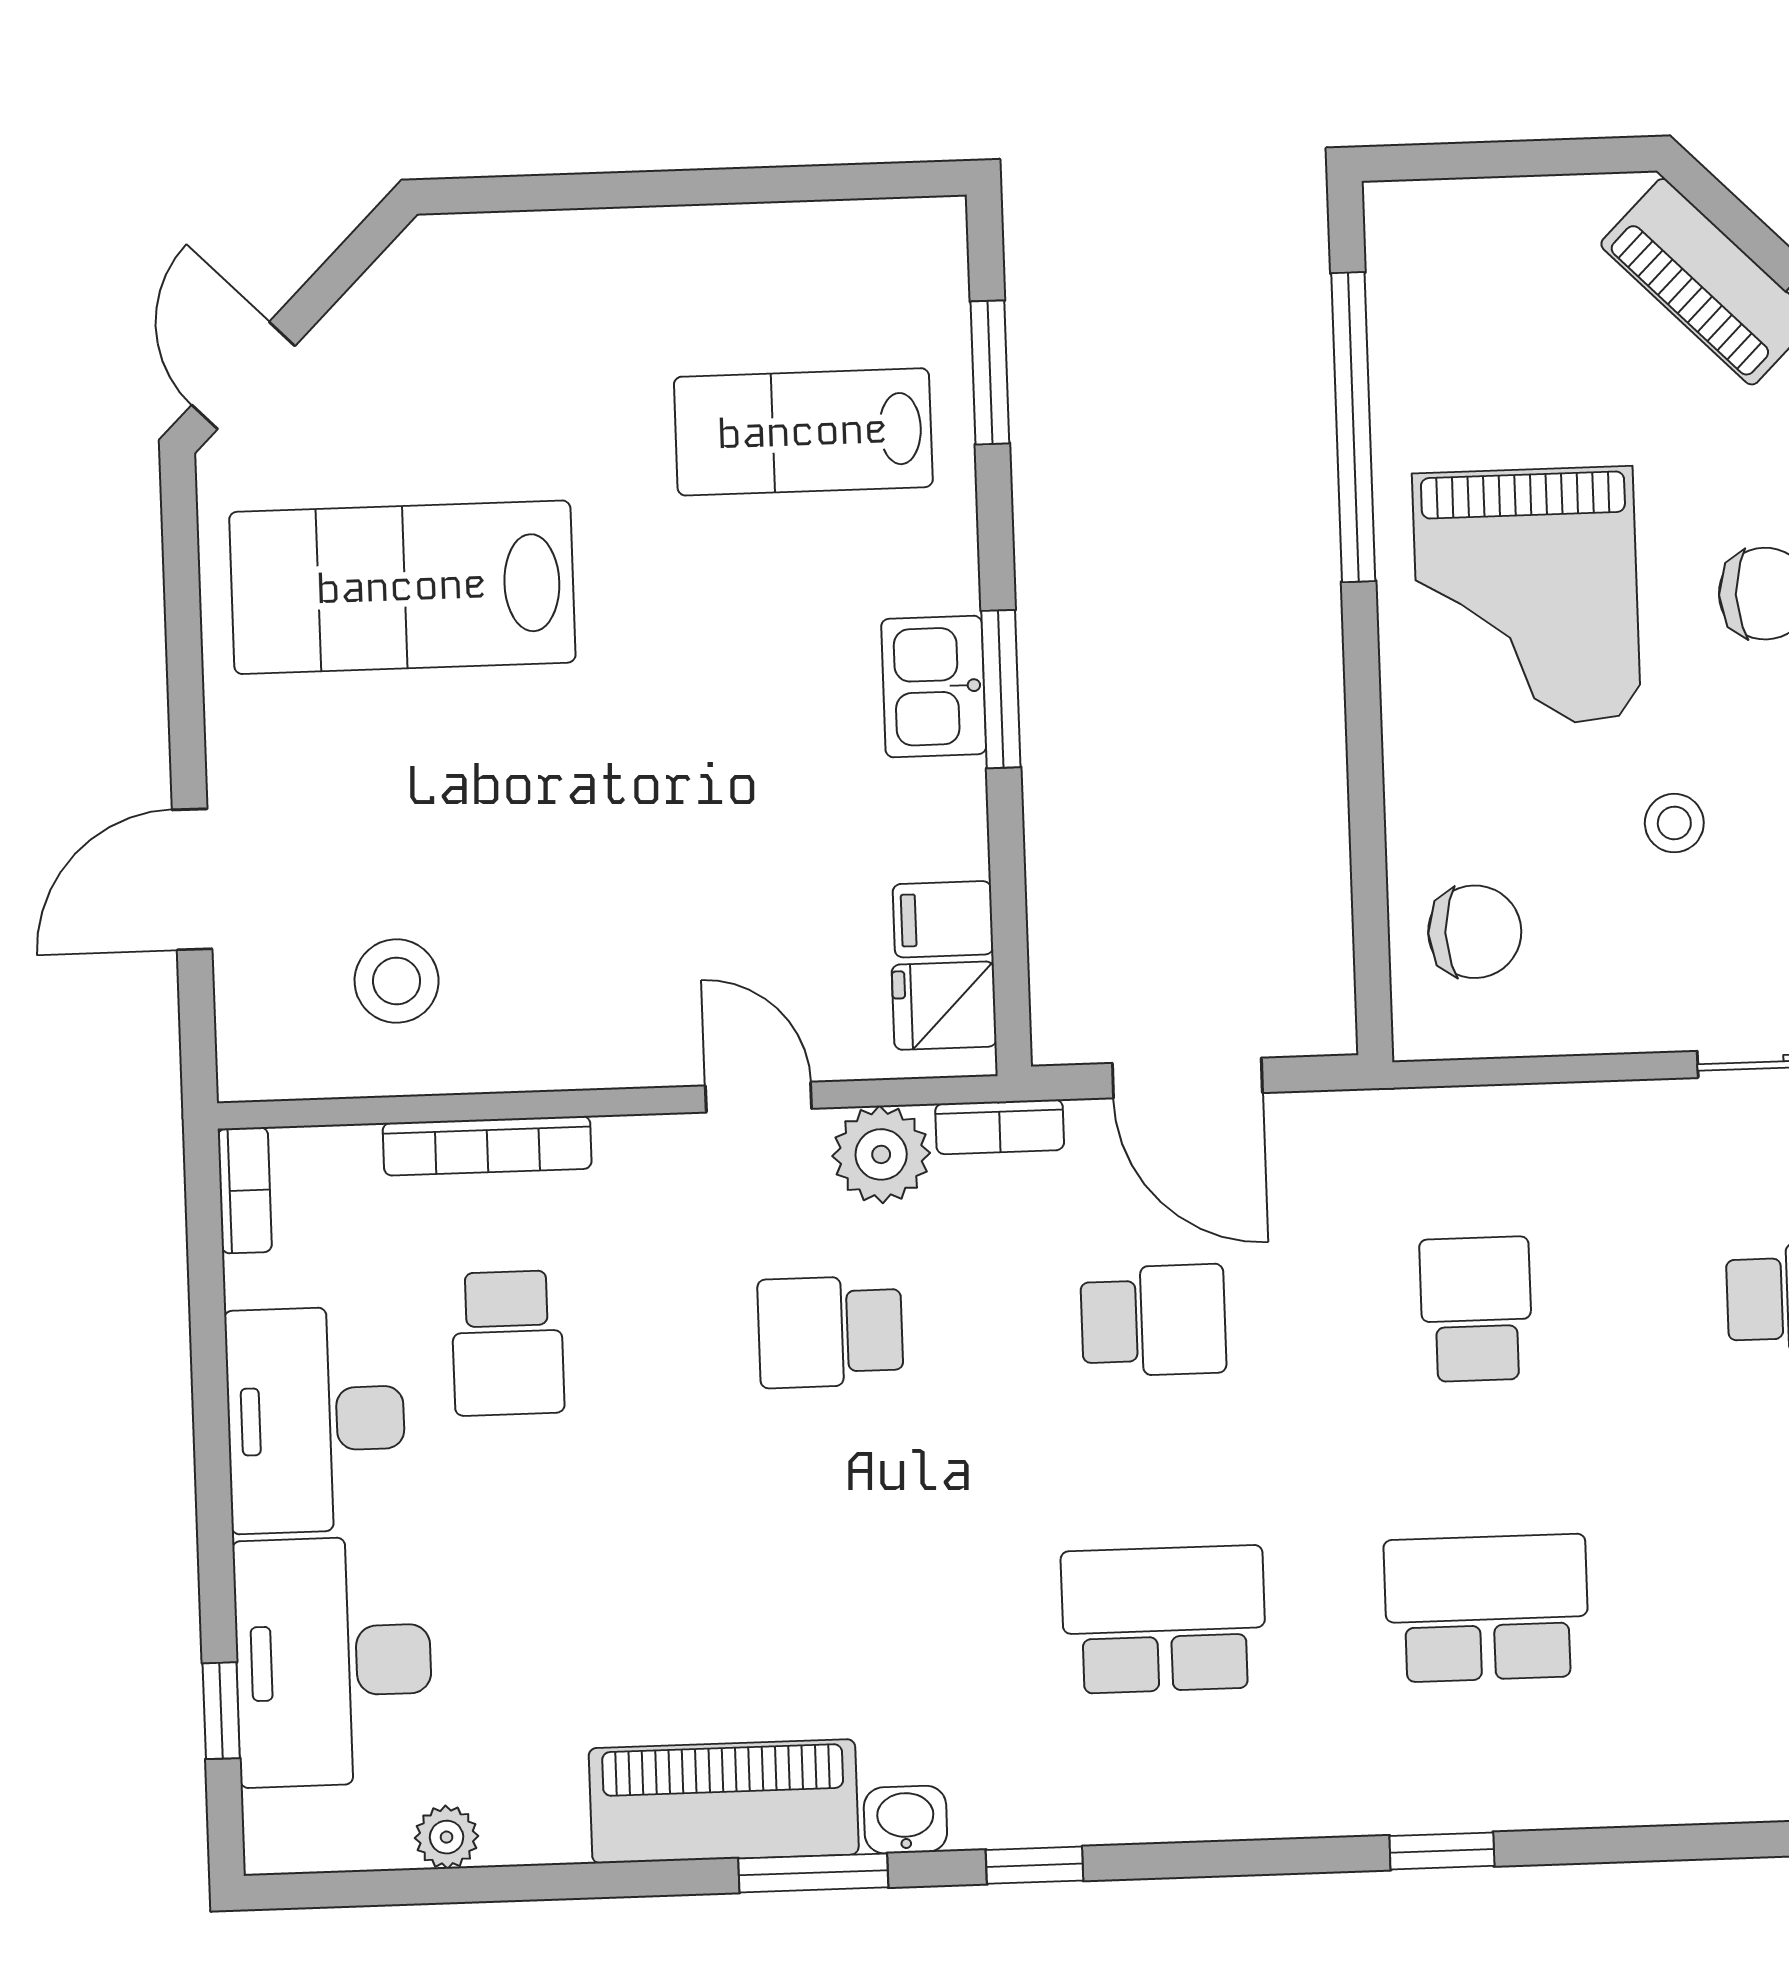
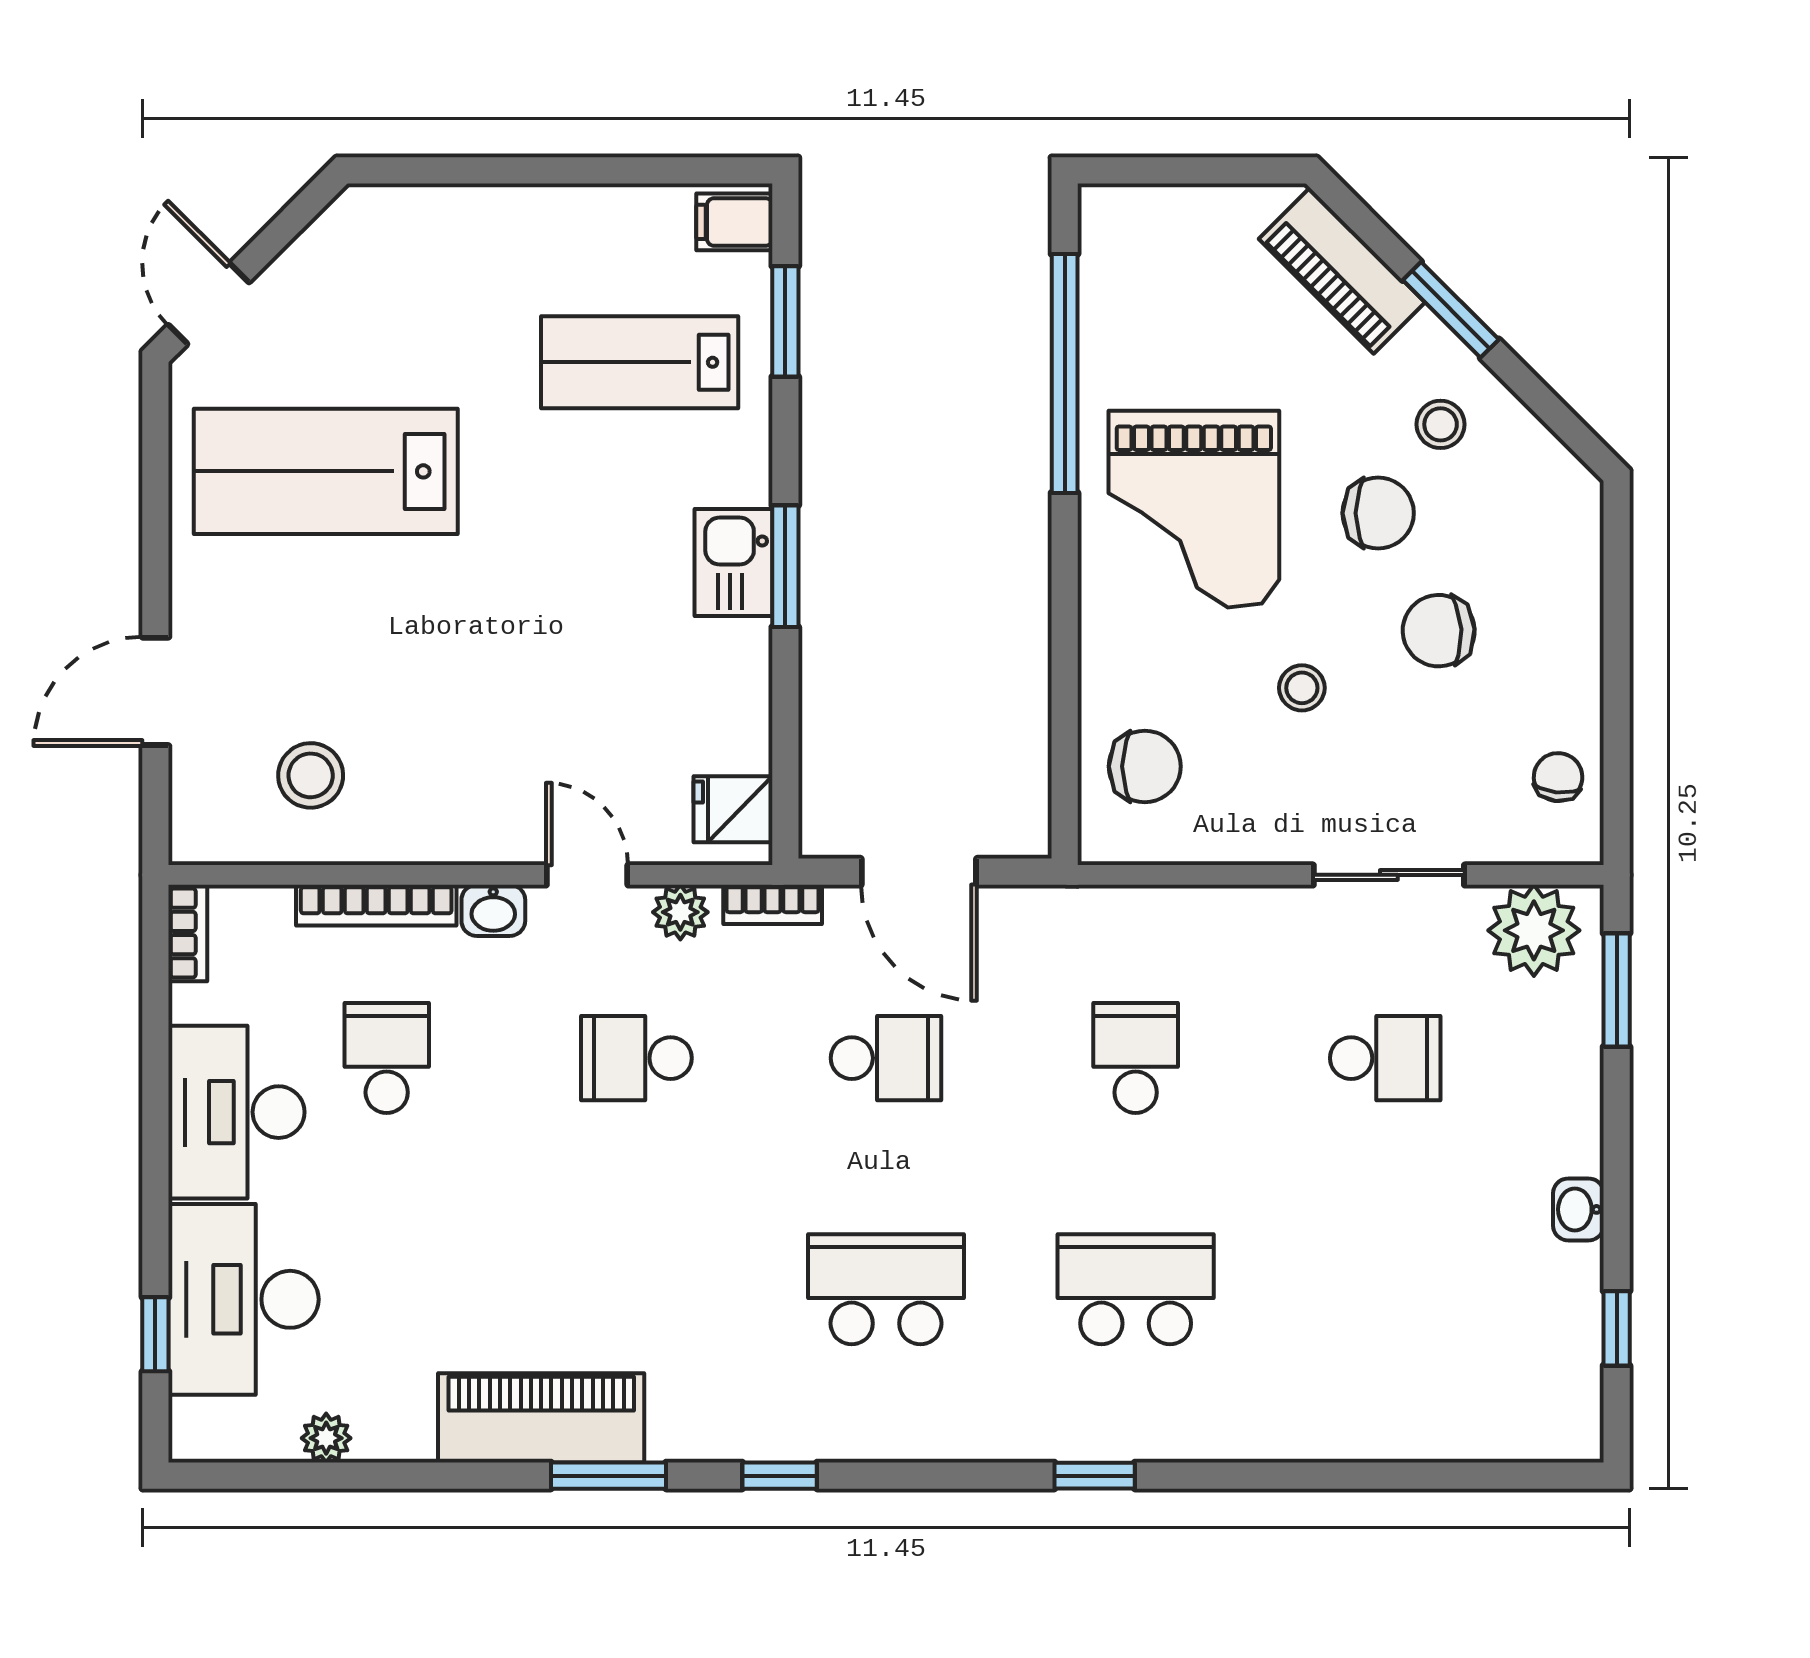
filing cabinet: (943, 919) -> (734, 222), moved
plant: (881, 1154) -> (680, 912), width x0.73, depth x0.73
school desk: (508, 1343) -> (387, 1058), turned 180
washbasin: (905, 1820) -> (493, 910), moved, turned 180

